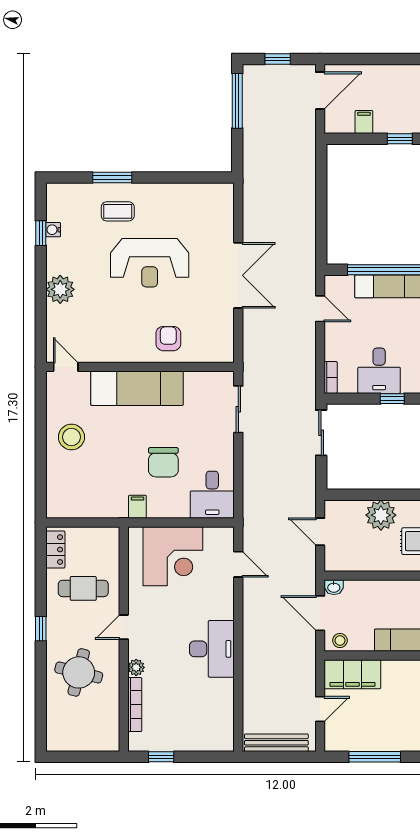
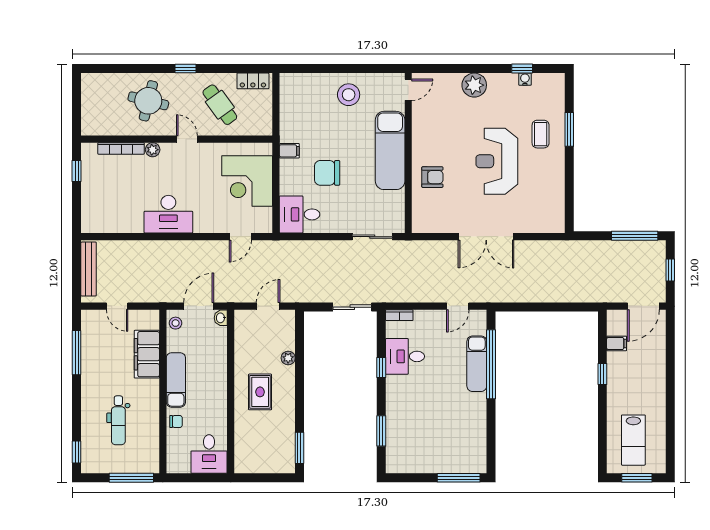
door: (320, 91) -> (643, 306), hinge flipped
plant: (381, 515) -> (288, 358), width x0.53, depth x0.53
cafe table: (83, 588) -> (220, 105), turned -36
filing cabinet: (352, 674) -> (147, 354), moved

